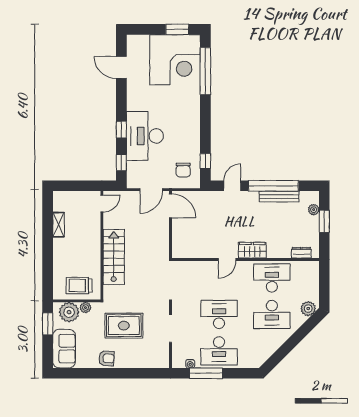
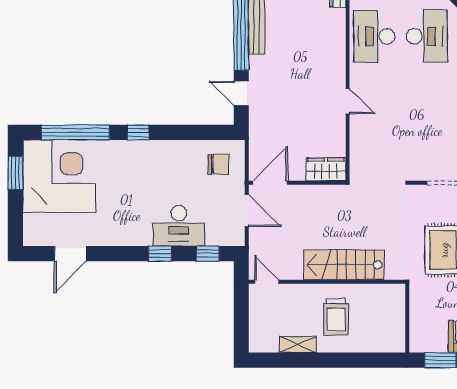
desk: (145, 136) -> (179, 226), width x0.73, depth x0.77
window: (205, 161) -> (138, 132), moved
wardrobe: (252, 250) -> (326, 169), moved, turned 90
trolley: (79, 286) -> (336, 317), moved
plant: (85, 308) -> (417, 305), removed
plant: (69, 312) -> (424, 329), removed
desk: (219, 314) -> (427, 113), removed

